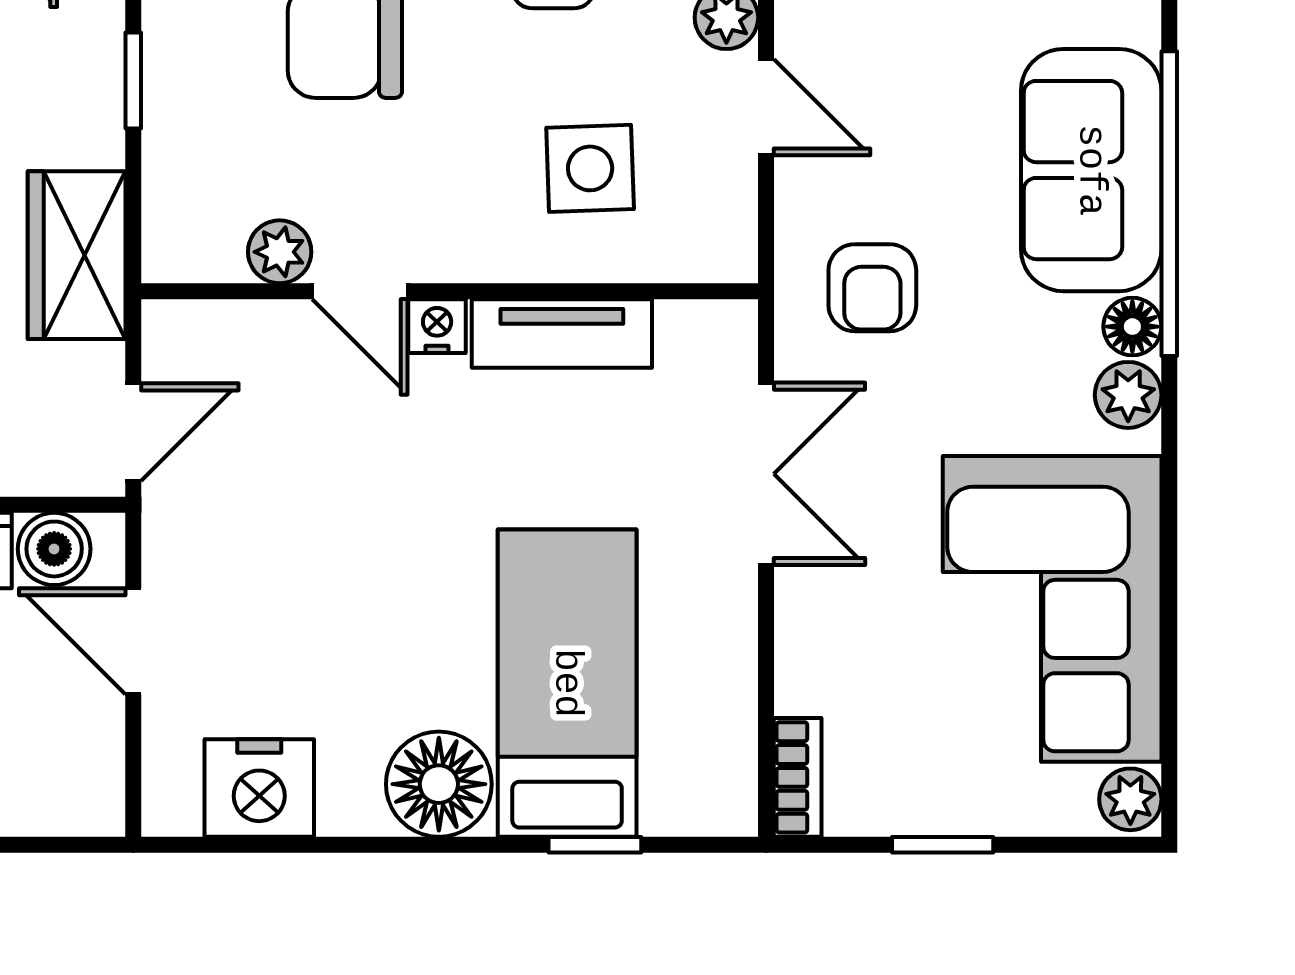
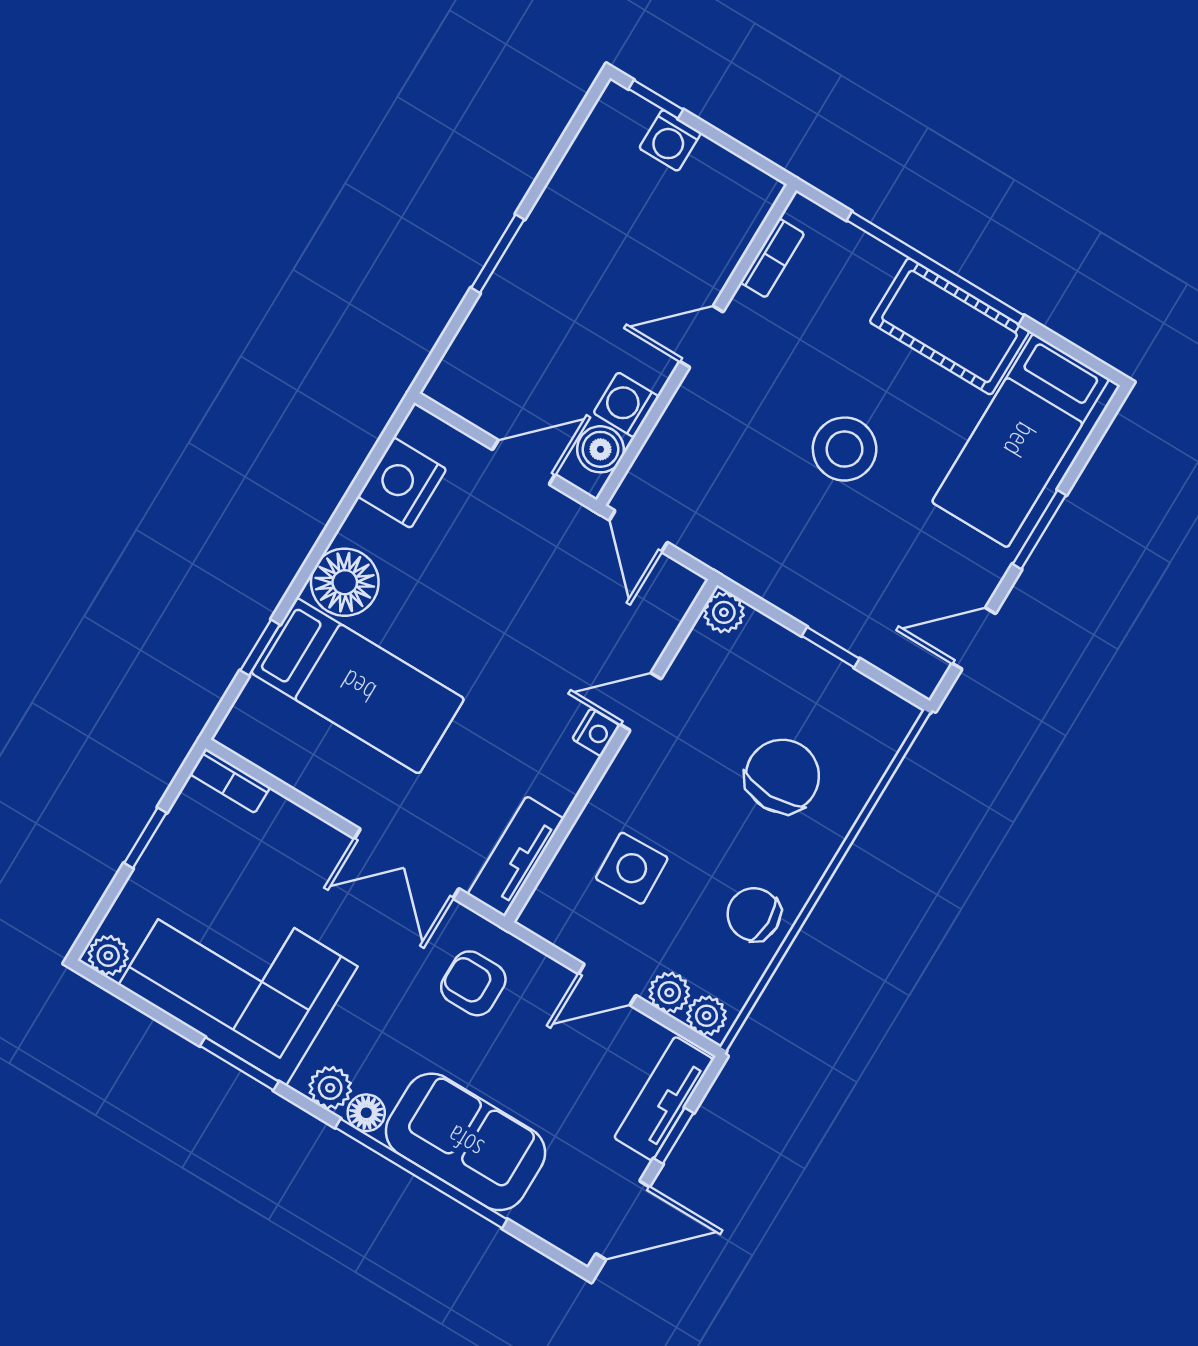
plant: (280, 252) -> (724, 612), moved
wardrobe: (77, 255) -> (754, 559), removed
tv unit: (562, 334) -> (516, 856), moved
window: (1169, 536) -> (239, 1064), added

